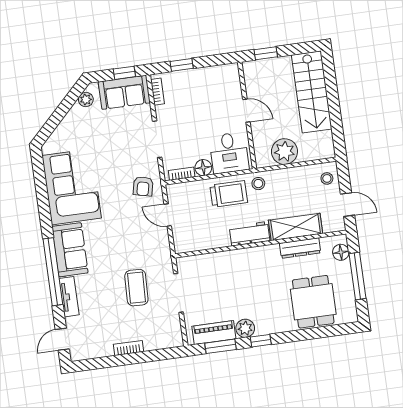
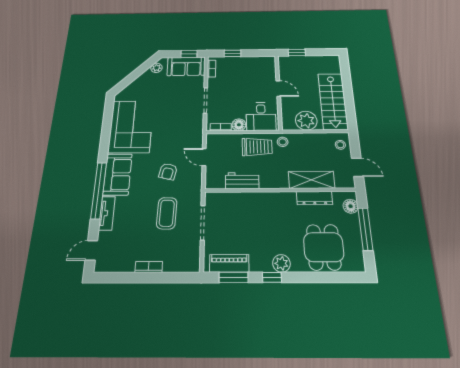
stairs: (312, 92) -> (333, 101), moved
armchair: (143, 186) -> (168, 172), moved
workbench: (250, 234) -> (242, 181), moved
plant: (245, 328) -> (281, 263), moved

